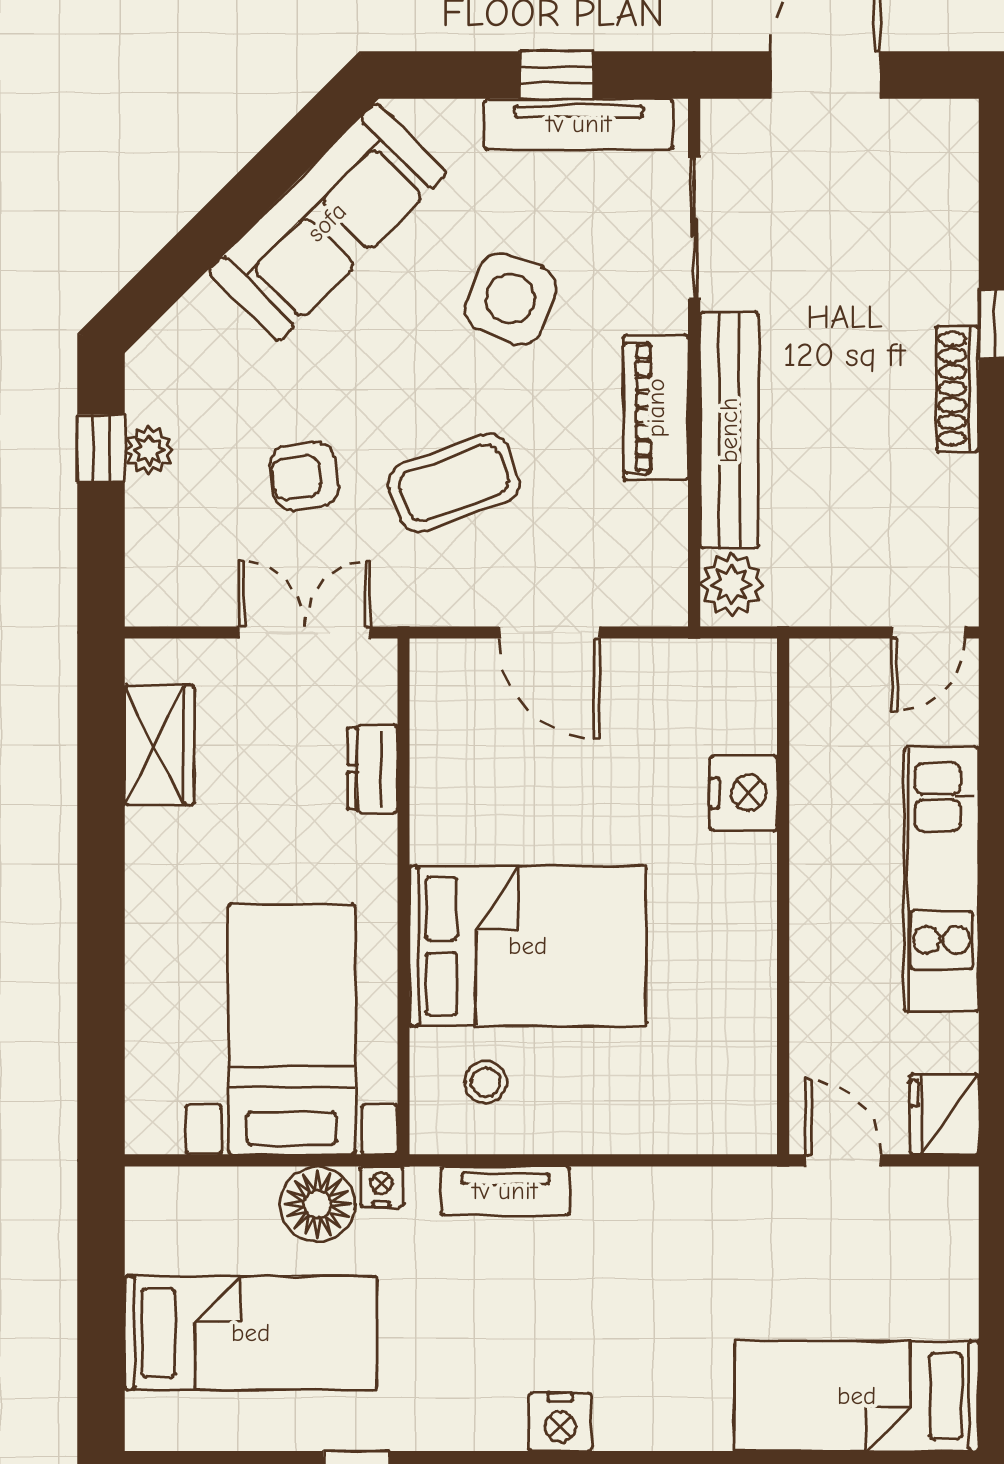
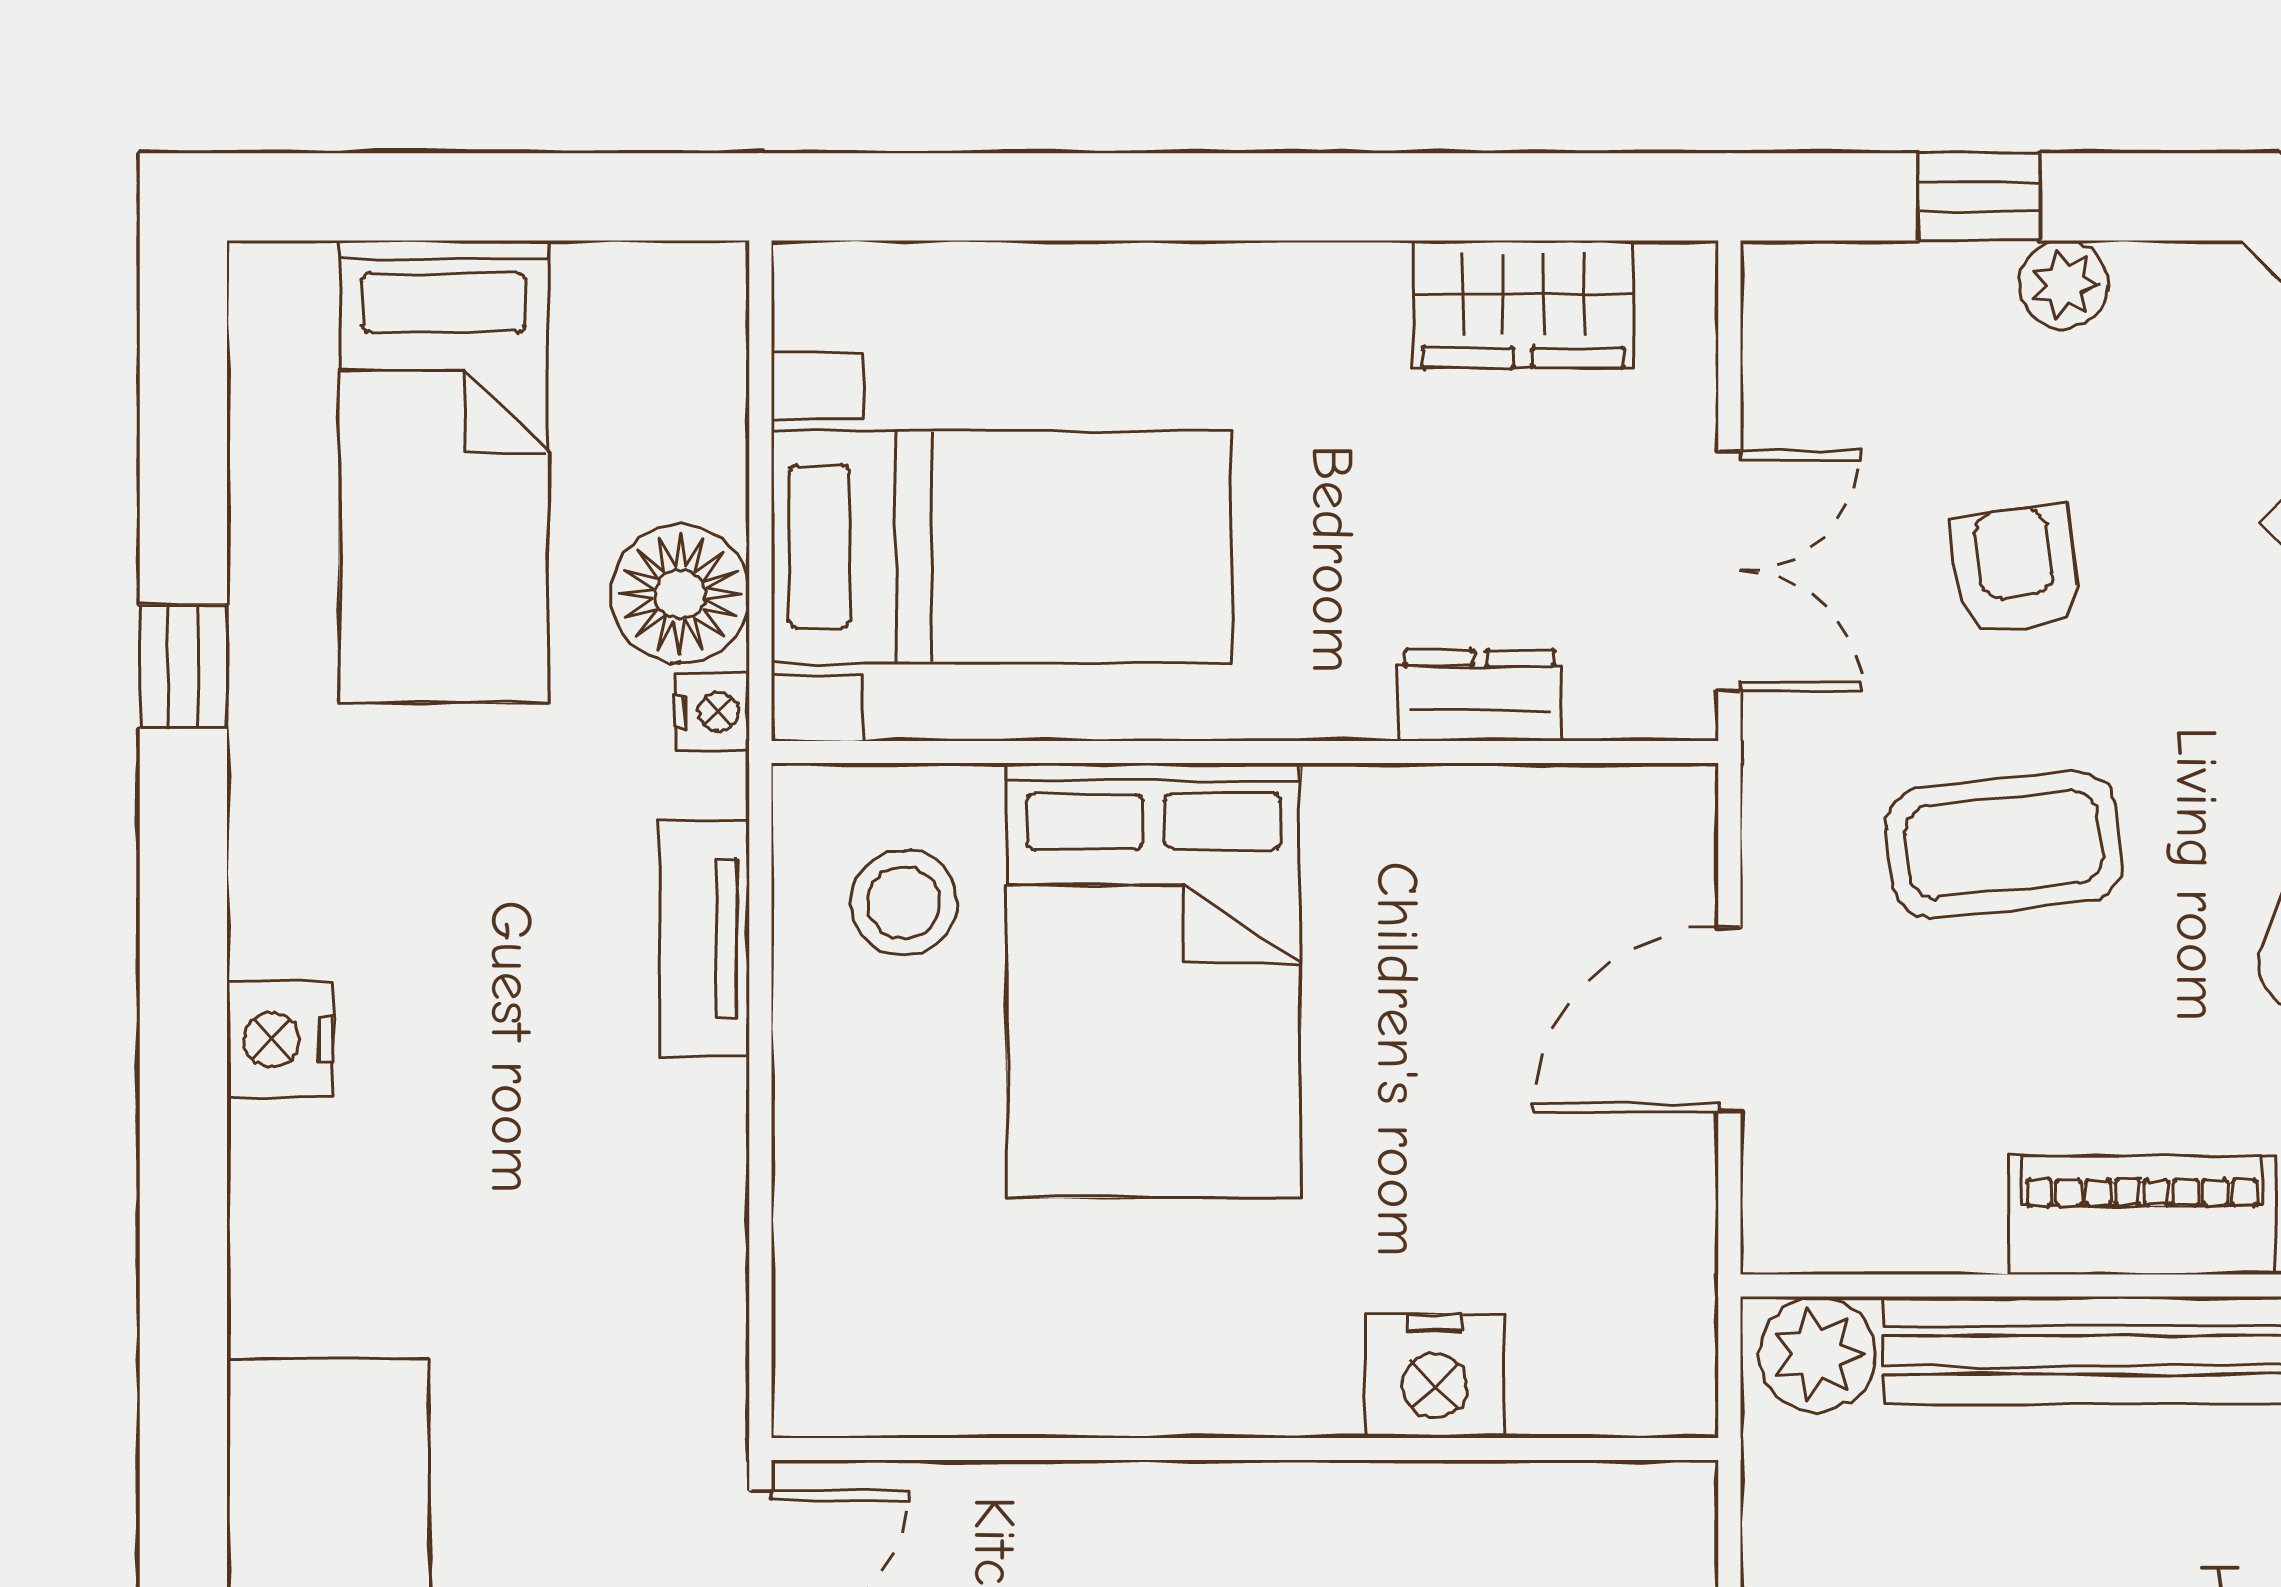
window: (101, 448) -> (1979, 197), moved
coffee table: (454, 483) -> (2004, 845), turned -76
stool: (486, 1082) -> (904, 903), width x1.37, depth x1.37

